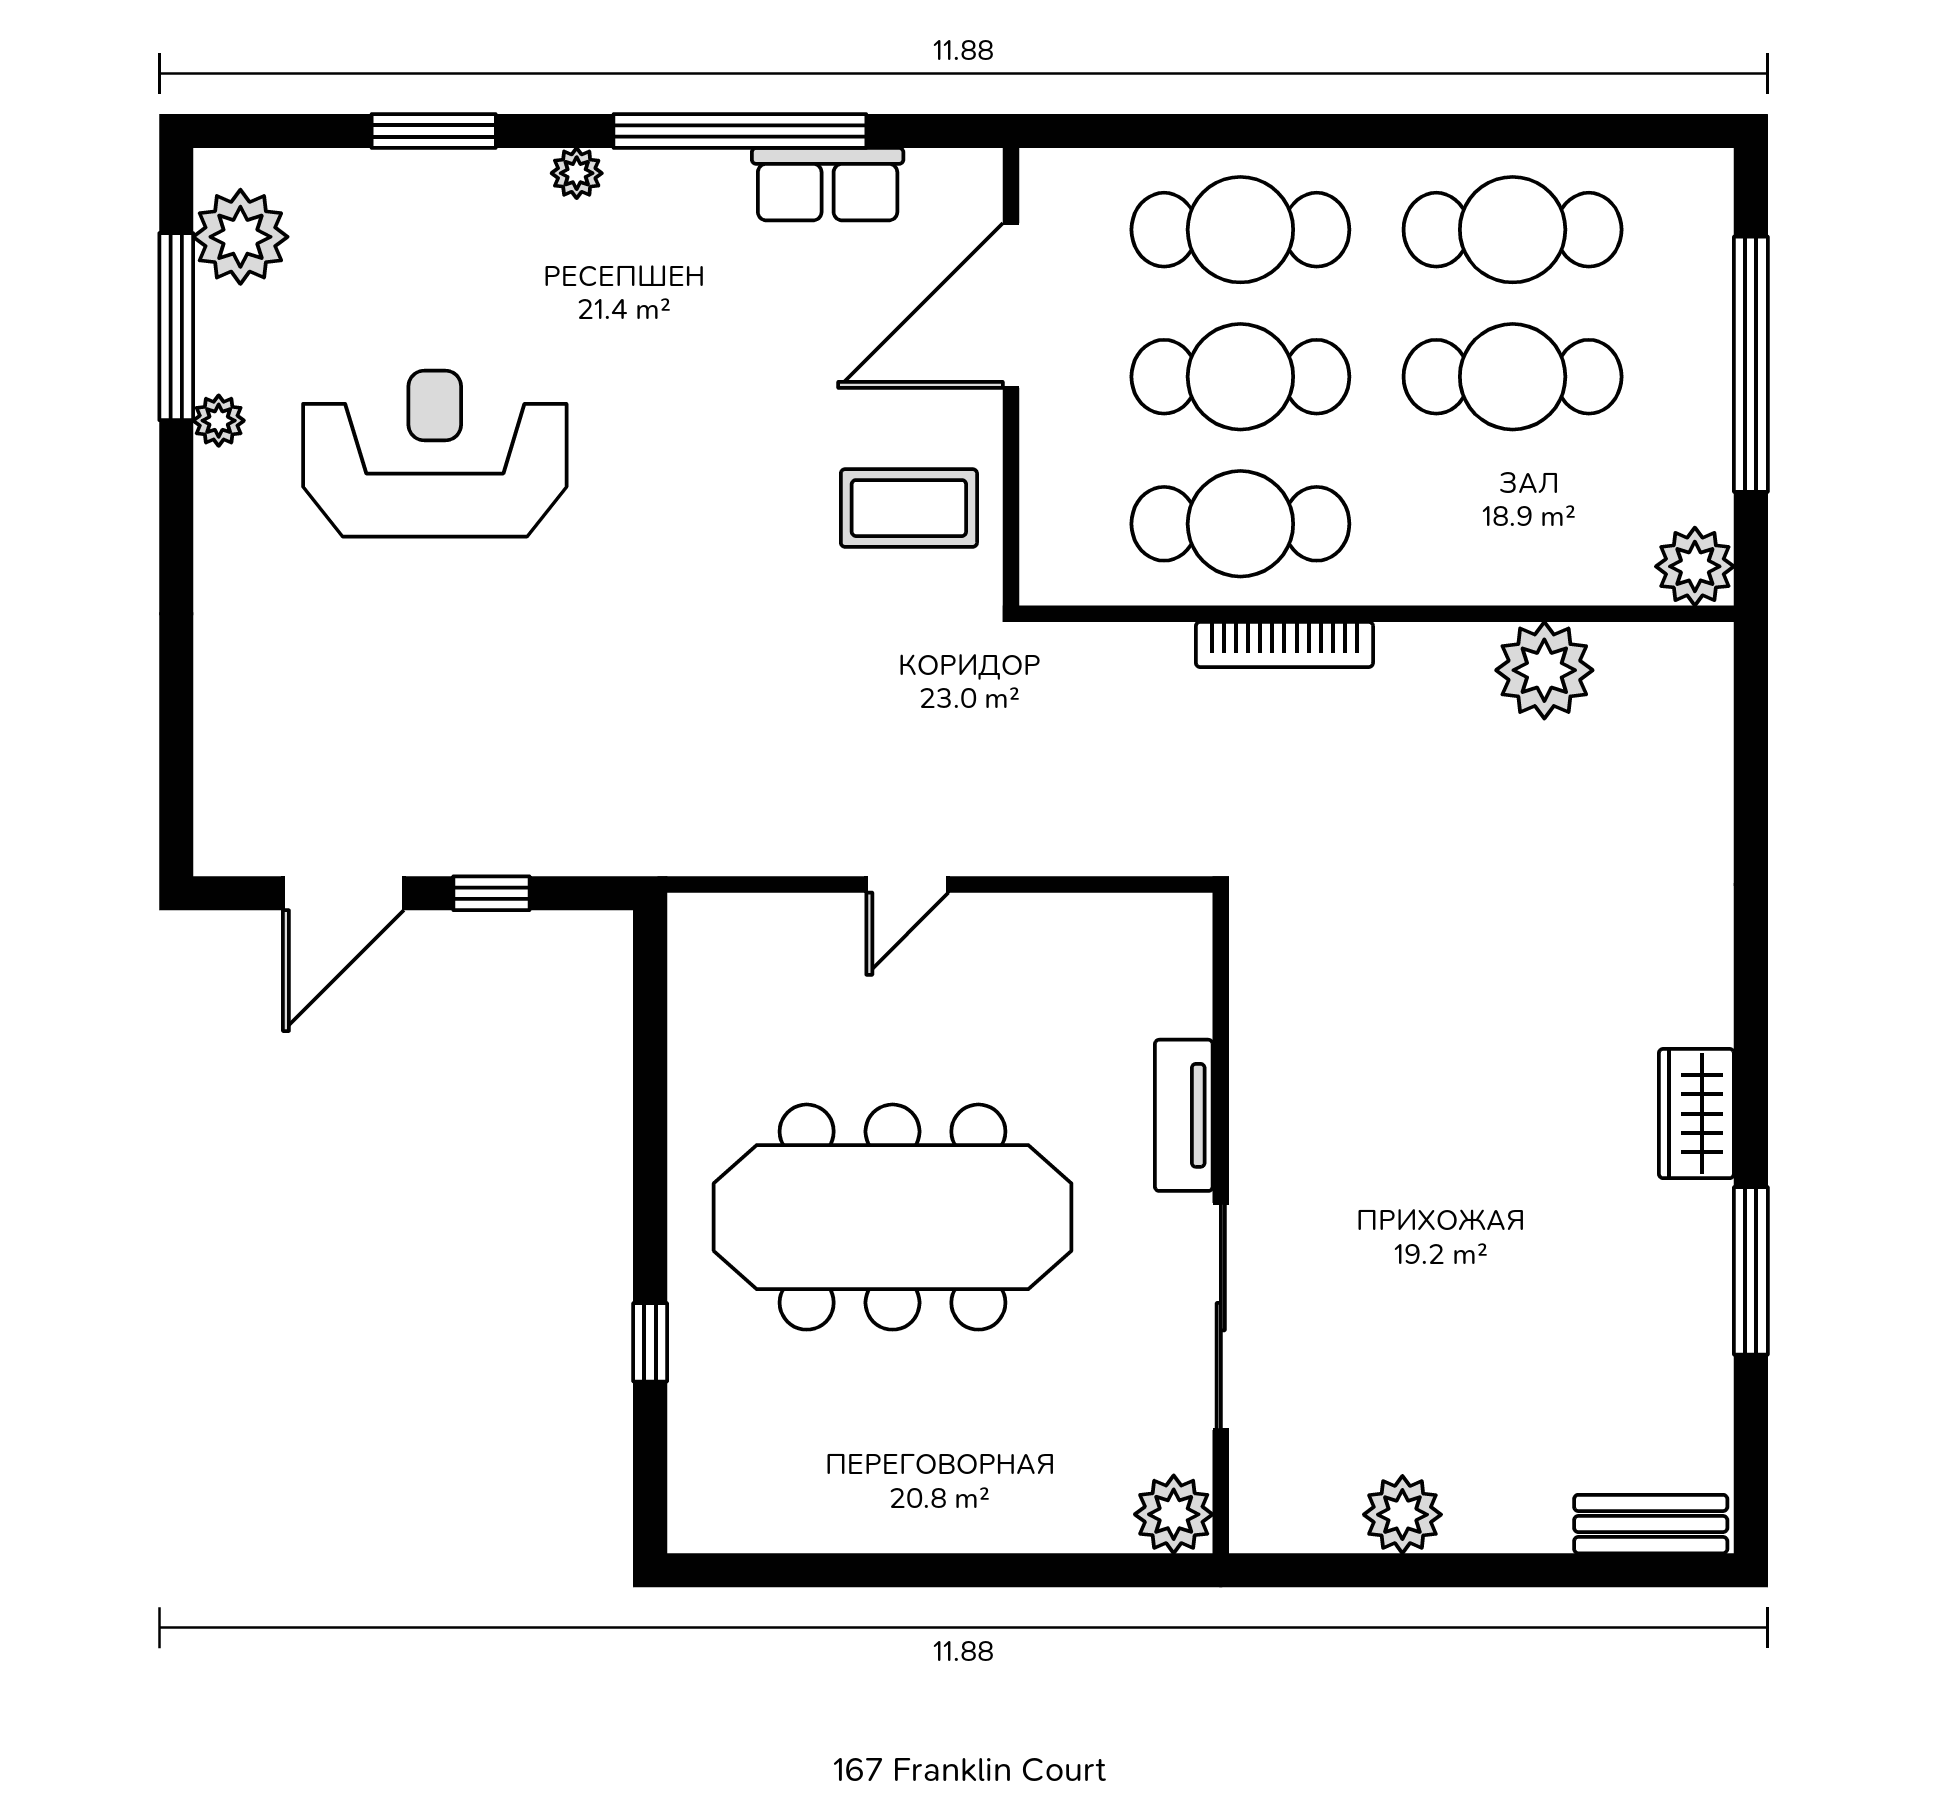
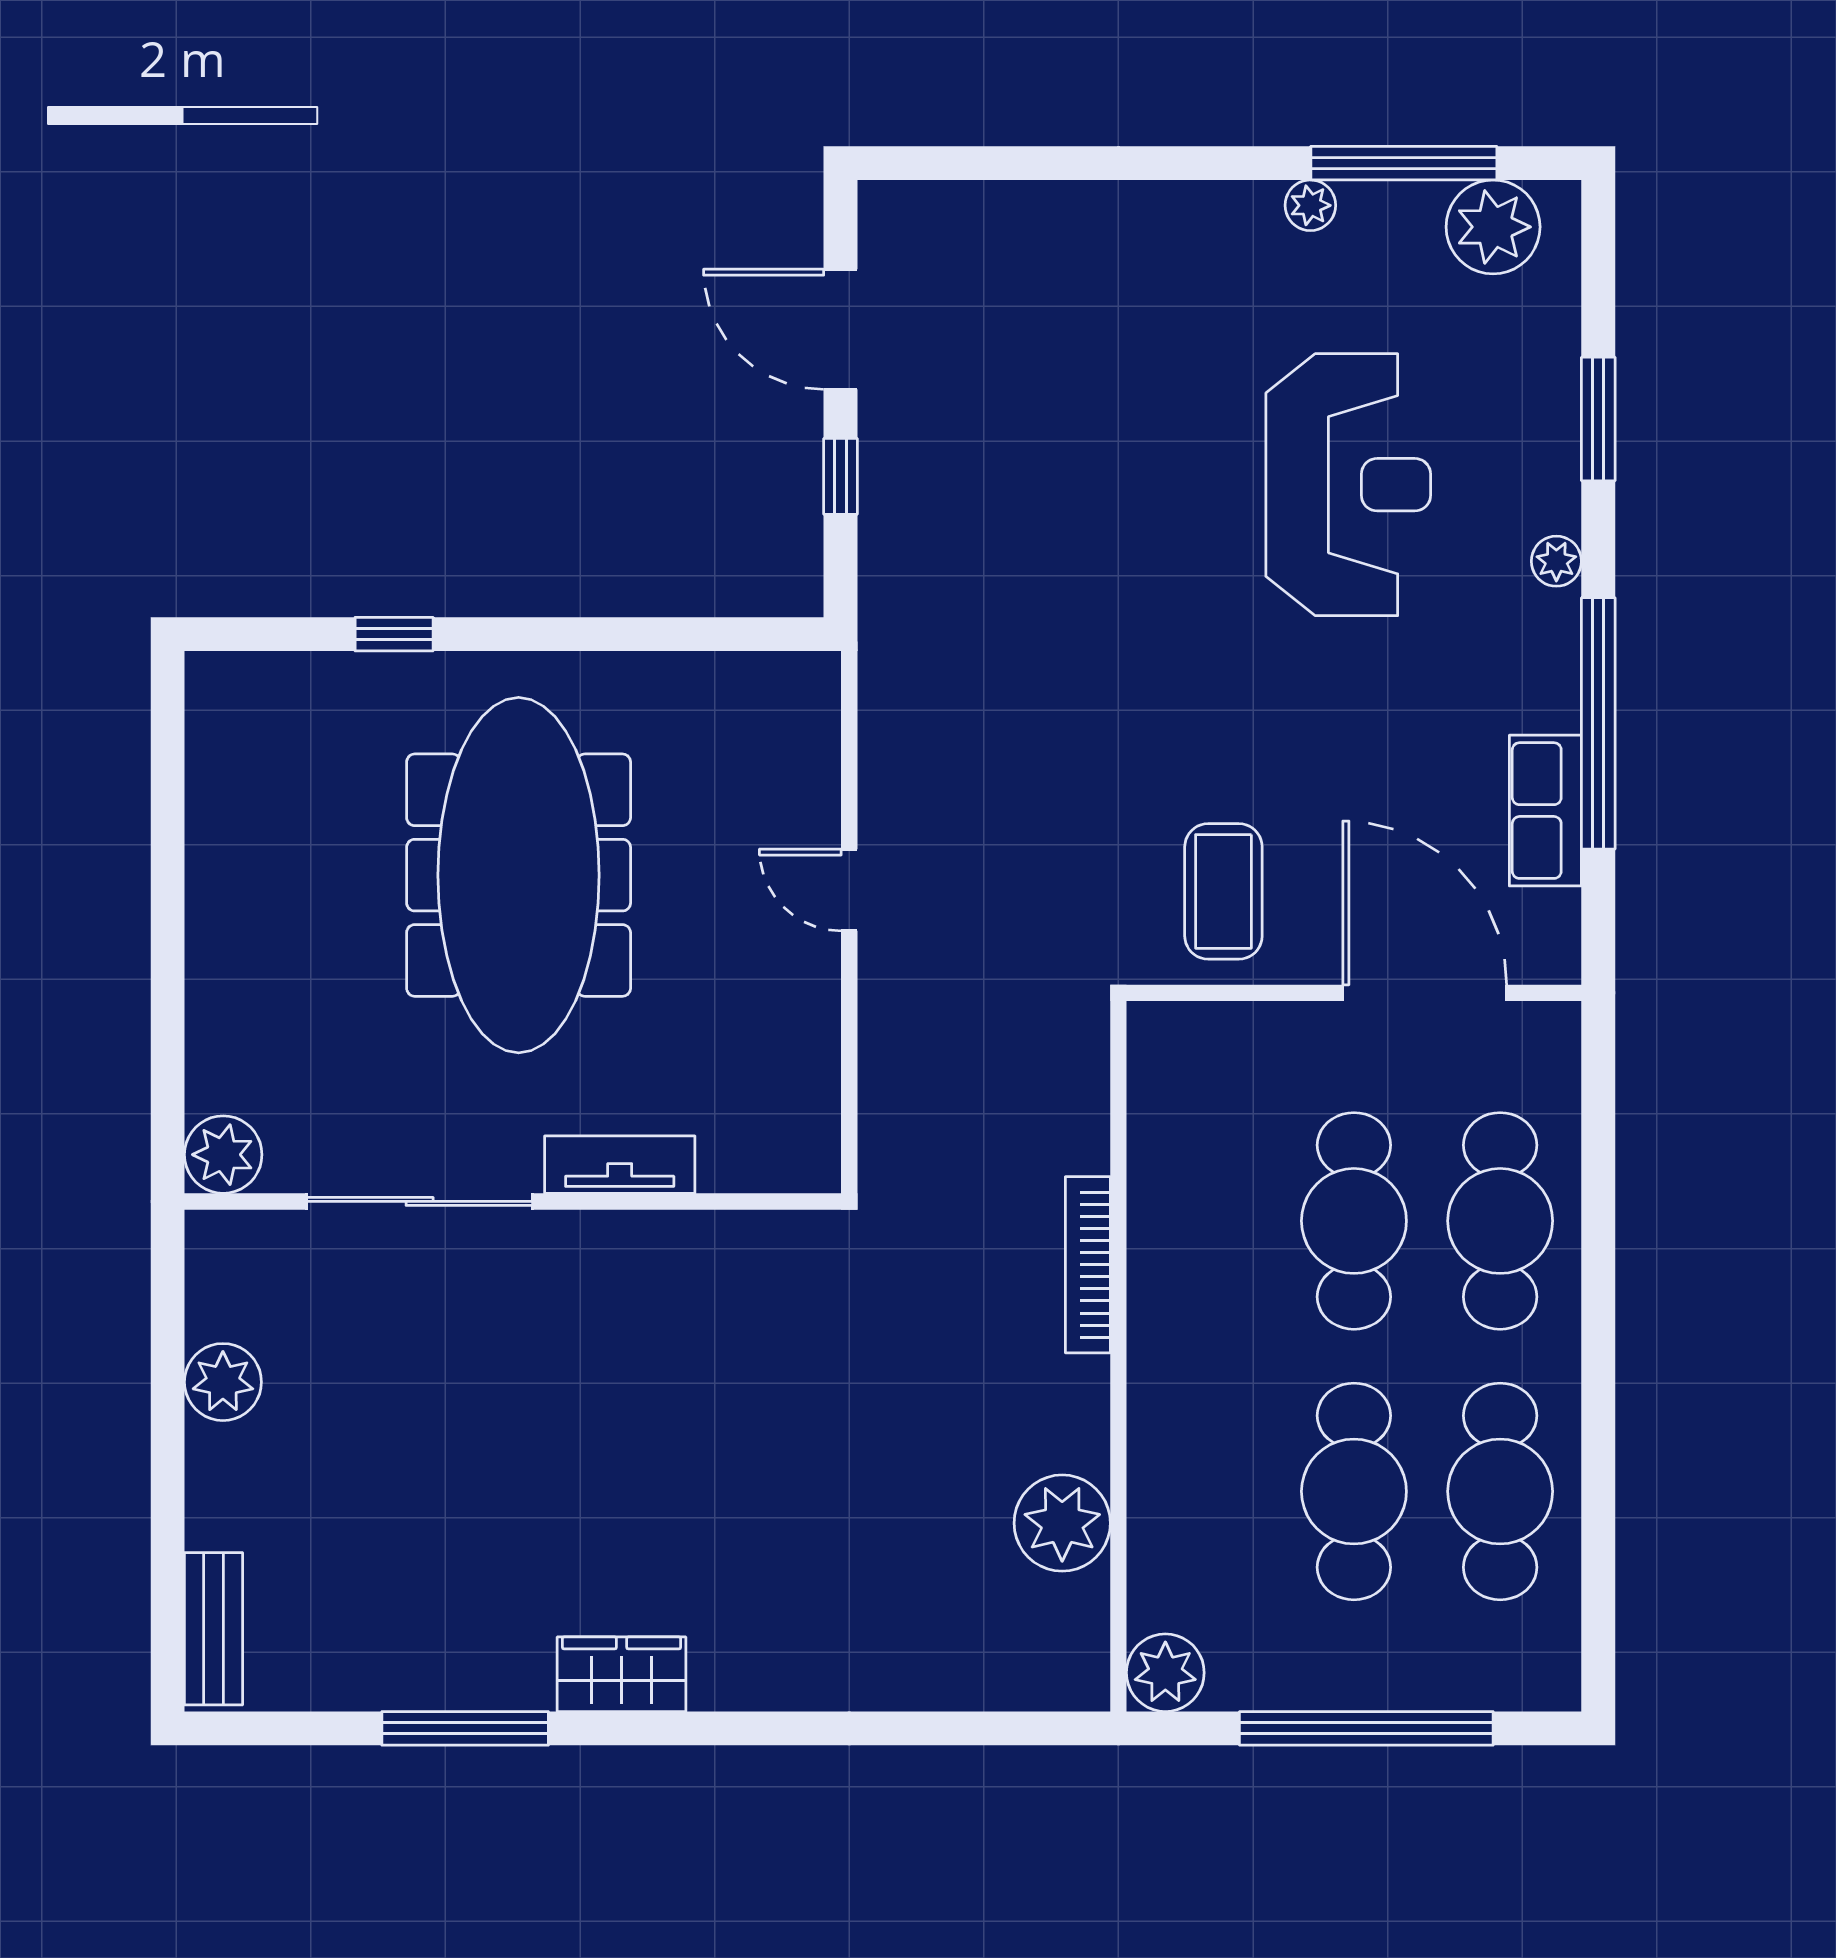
reception desk: (435, 454) -> (1348, 485), moved
cafe table: (1240, 524) -> (1208, 1221), removed

